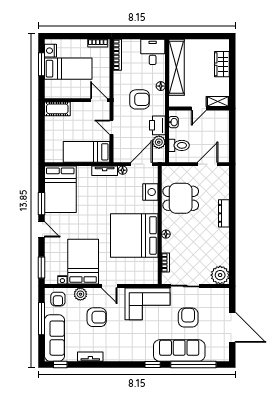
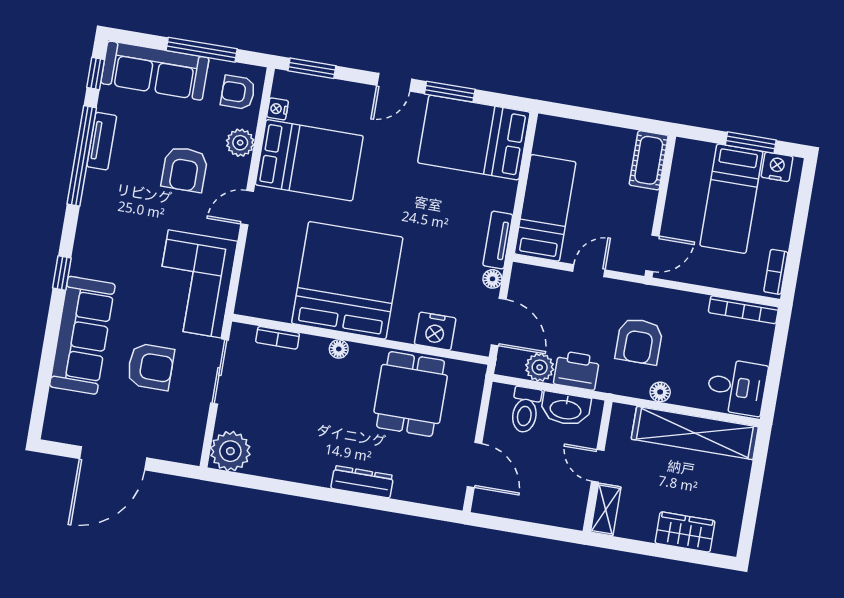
washbasin: (173, 122) -> (566, 409), width x1.91, depth x1.45
window: (193, 364) -> (82, 156), moved

